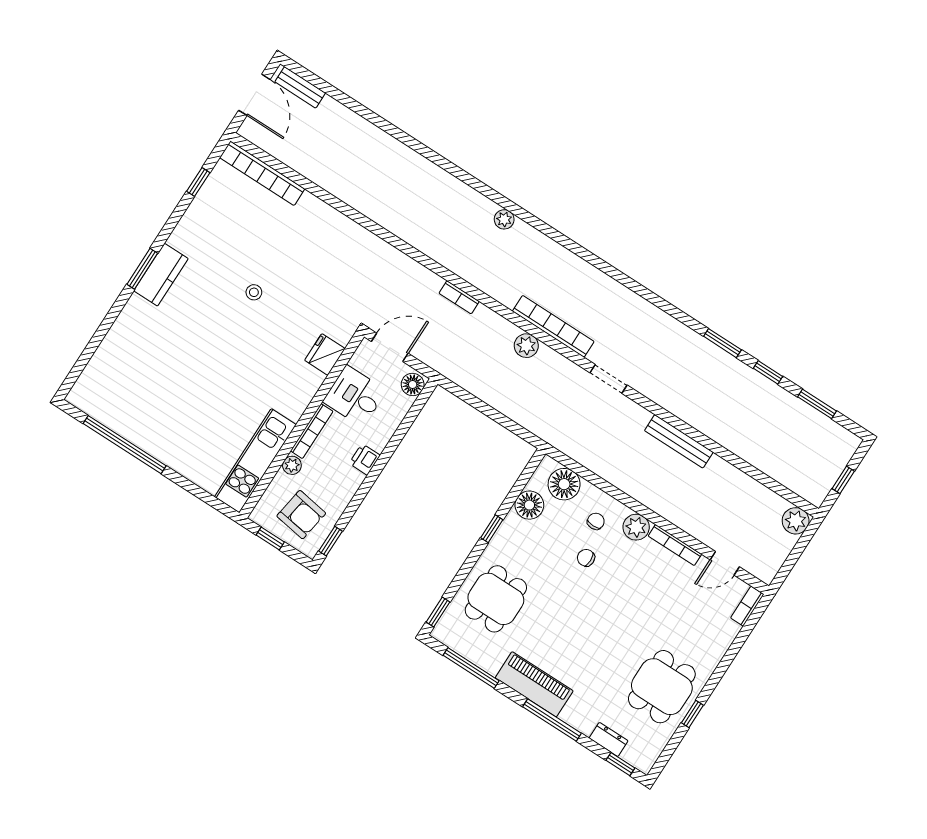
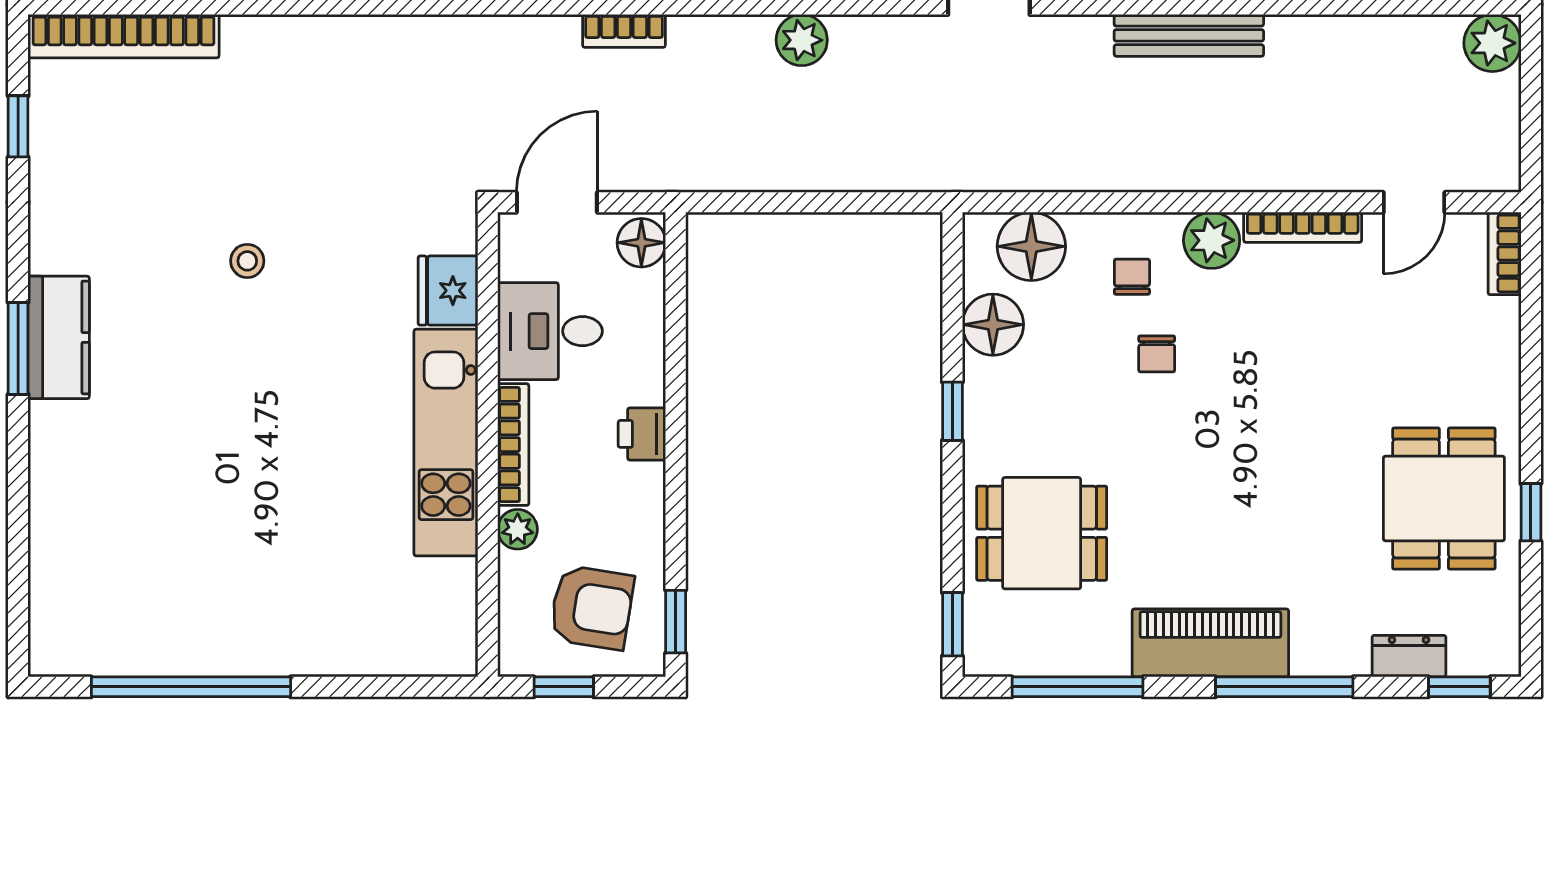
kitchen unit: (255, 461) -> (446, 443), moved
chair: (586, 558) -> (1157, 354), turned -90
dining table: (496, 599) -> (1042, 533), turned 90

